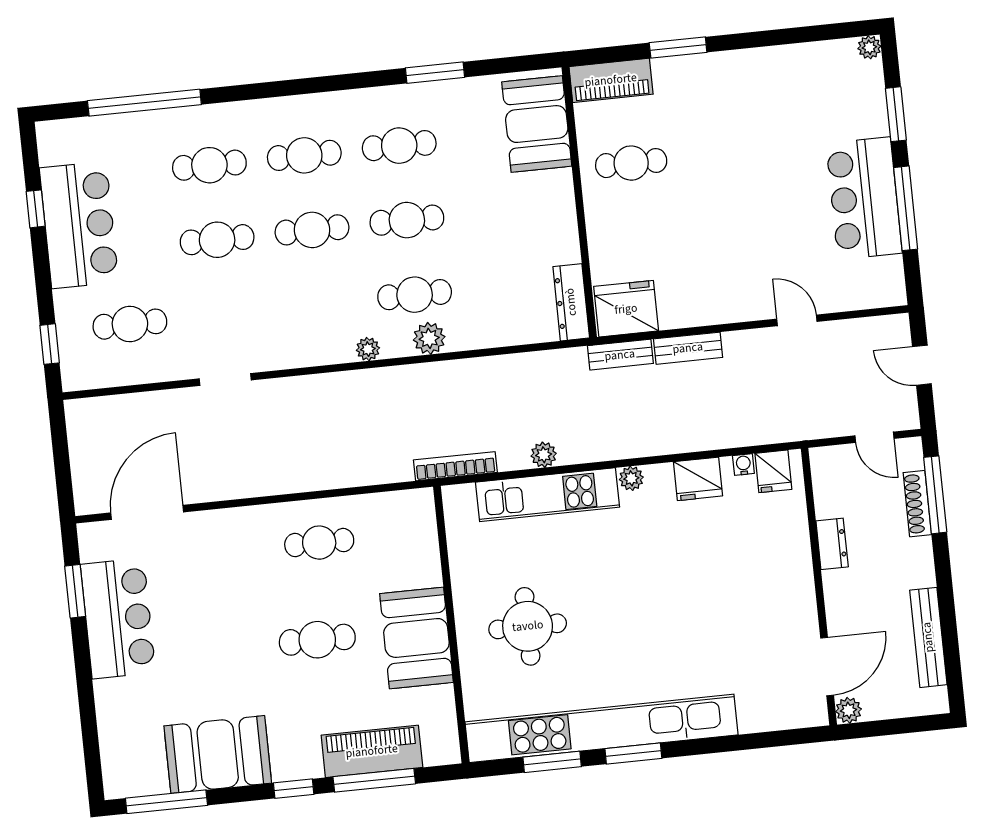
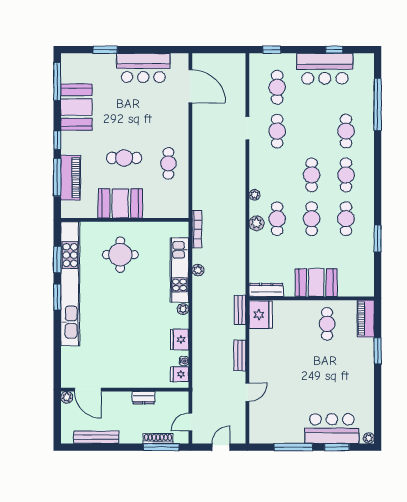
booth: (537, 124) -> (316, 283), moved
bar counter: (864, 198) -> (332, 429), moved
cafe table: (217, 240) -> (277, 131), moved
bench: (688, 348) -> (240, 355), moved
window: (75, 591) -> (105, 50), moved
cafe table: (317, 640) -> (124, 158), turned 90

